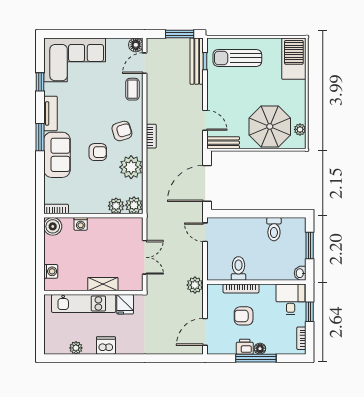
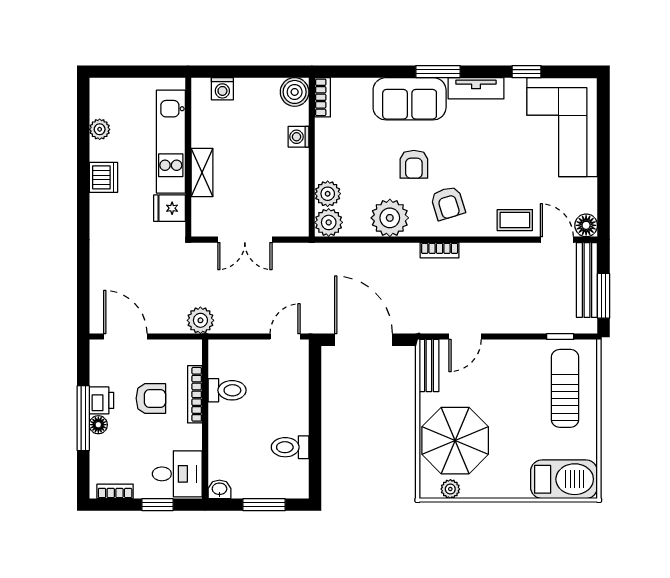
bench: (197, 61) -> (587, 280), moved, turned 90
armchair: (244, 316) -> (151, 398), turned 90

